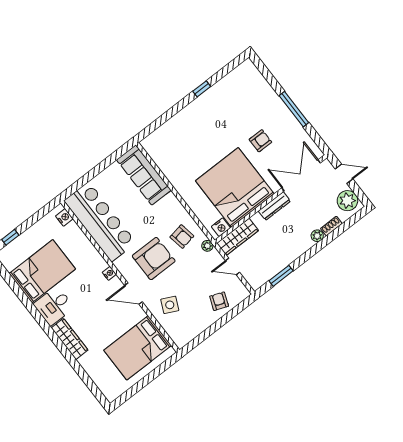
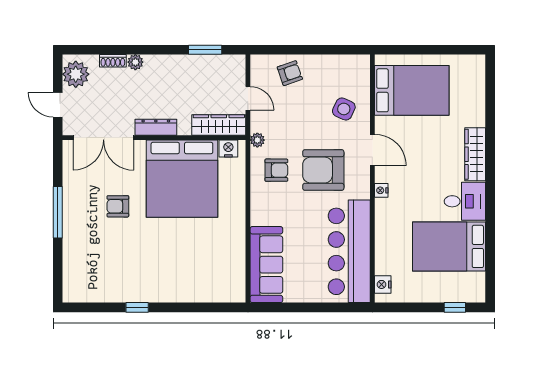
armchair: (182, 237) -> (276, 170), turned 100
armchair: (219, 301) -> (290, 73), turned -130

